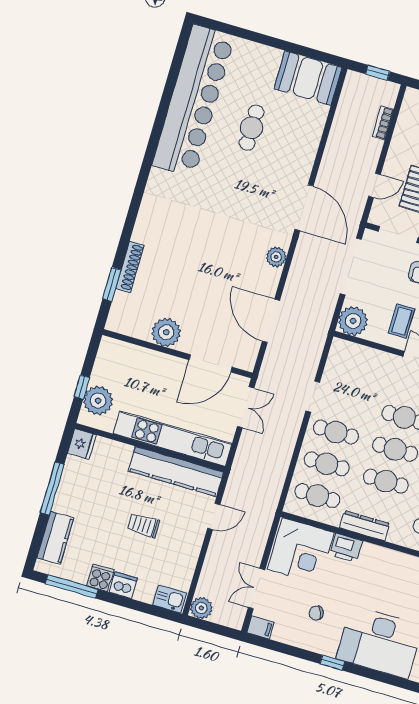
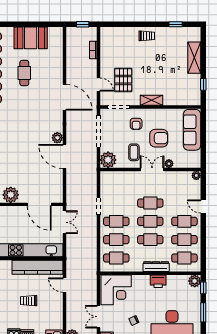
booth: (308, 78) -> (31, 38), moved
door: (374, 185) -> (98, 85), hinge flipped
door: (304, 208) -> (65, 97), moved
door: (271, 321) -> (65, 157), moved
door: (211, 363) -> (39, 204), hinge flipped
door: (214, 516) -> (65, 285), swing flipped
dresser: (365, 526) -> (156, 267), moved
printer: (346, 548) -> (158, 281), moved

